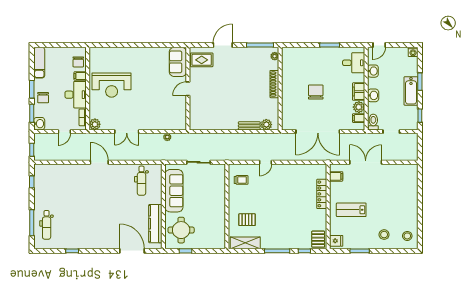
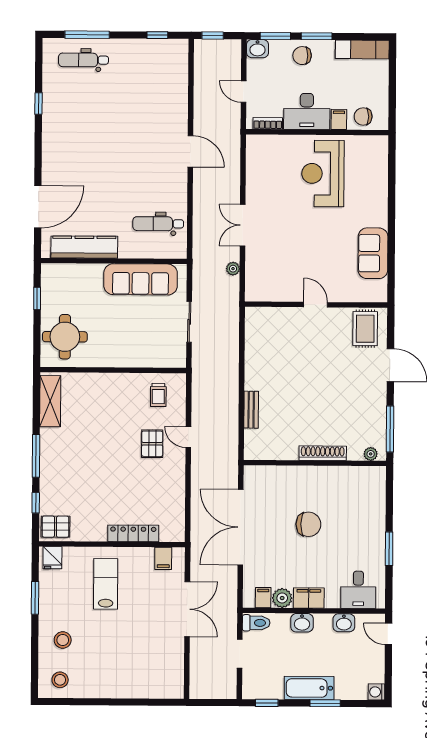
sofa: (178, 62) -> (373, 253), moved, turned -90
plant: (95, 124) -> (256, 144), removed
plant: (266, 125) -> (253, 439), removed
double door: (127, 132) -> (243, 225), moved
door: (99, 162) -> (190, 151), hinge flipped
pallet: (247, 220) -> (152, 444), moved
round table: (181, 230) -> (65, 337), moved

